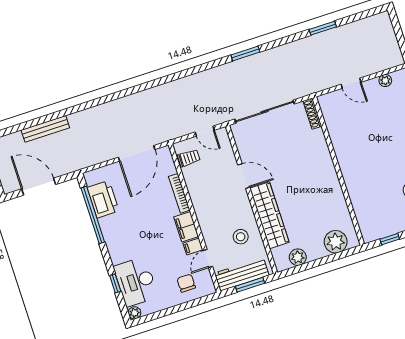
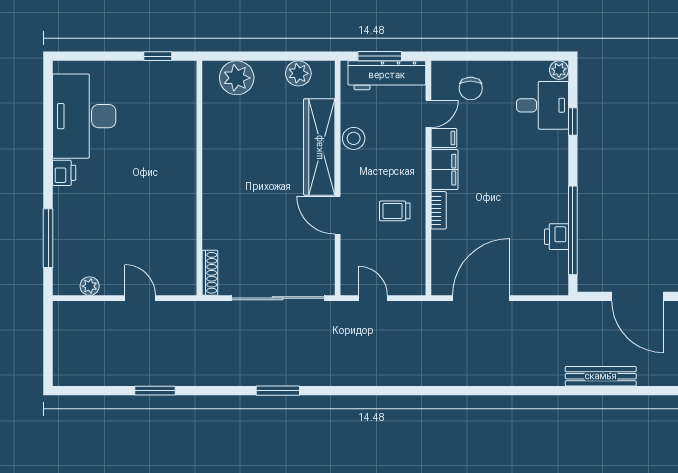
trolley: (189, 158) -> (395, 211), moved
bookcase: (179, 193) -> (439, 210), width x0.64
printer: (103, 199) -> (556, 237), width x0.53, depth x0.68
stool: (241, 237) -> (354, 138), moved
desk: (136, 282) -> (543, 105), width x0.73

